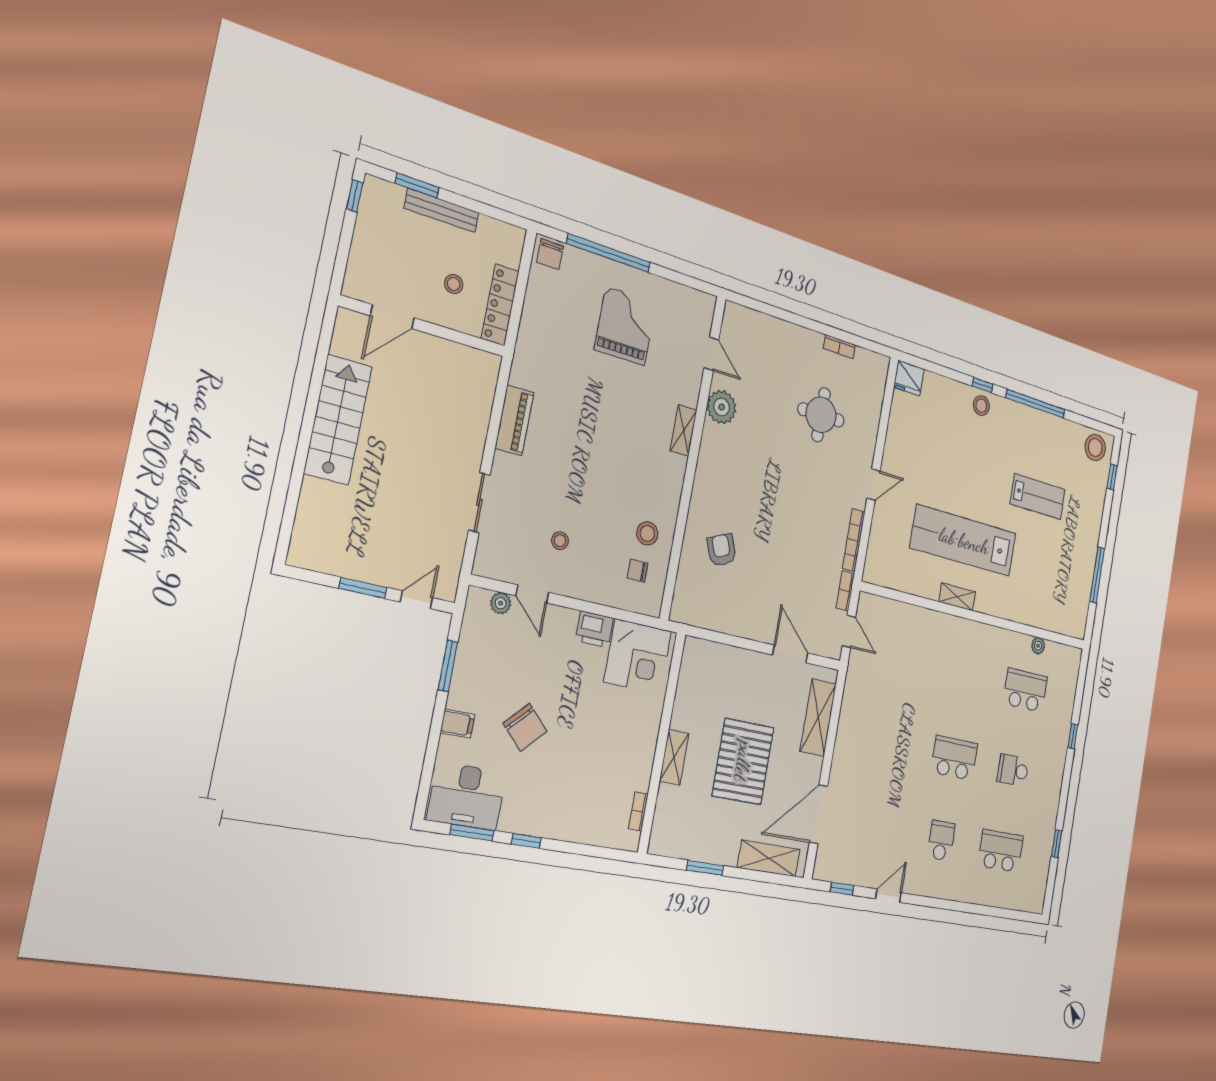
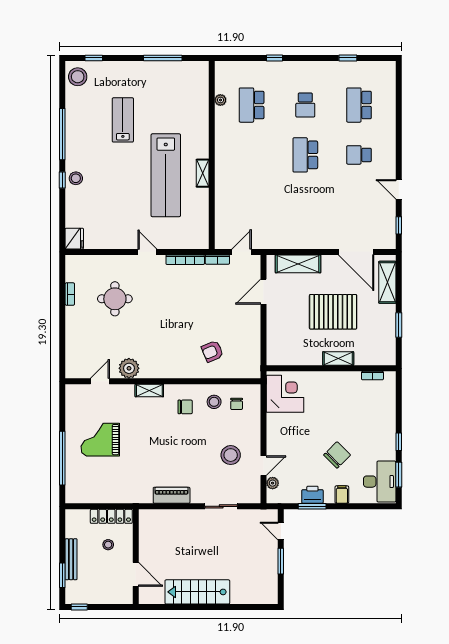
chair: (550, 254) -> (185, 407), moved
stool: (560, 541) -> (231, 455), width x1.89, depth x1.89
printer: (594, 629) -> (312, 495), moved, turned -90

